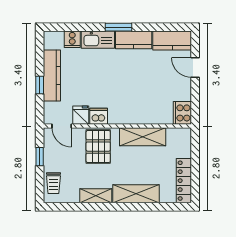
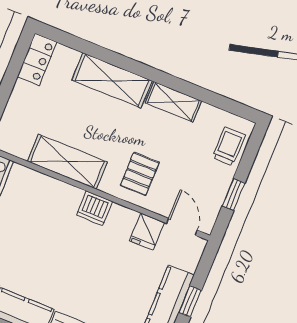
dishwasher: (99, 116) -> (94, 208), moved
pallet: (98, 147) -> (140, 174), width x0.67, depth x0.71
locker: (184, 181) -> (37, 59), width x0.66

